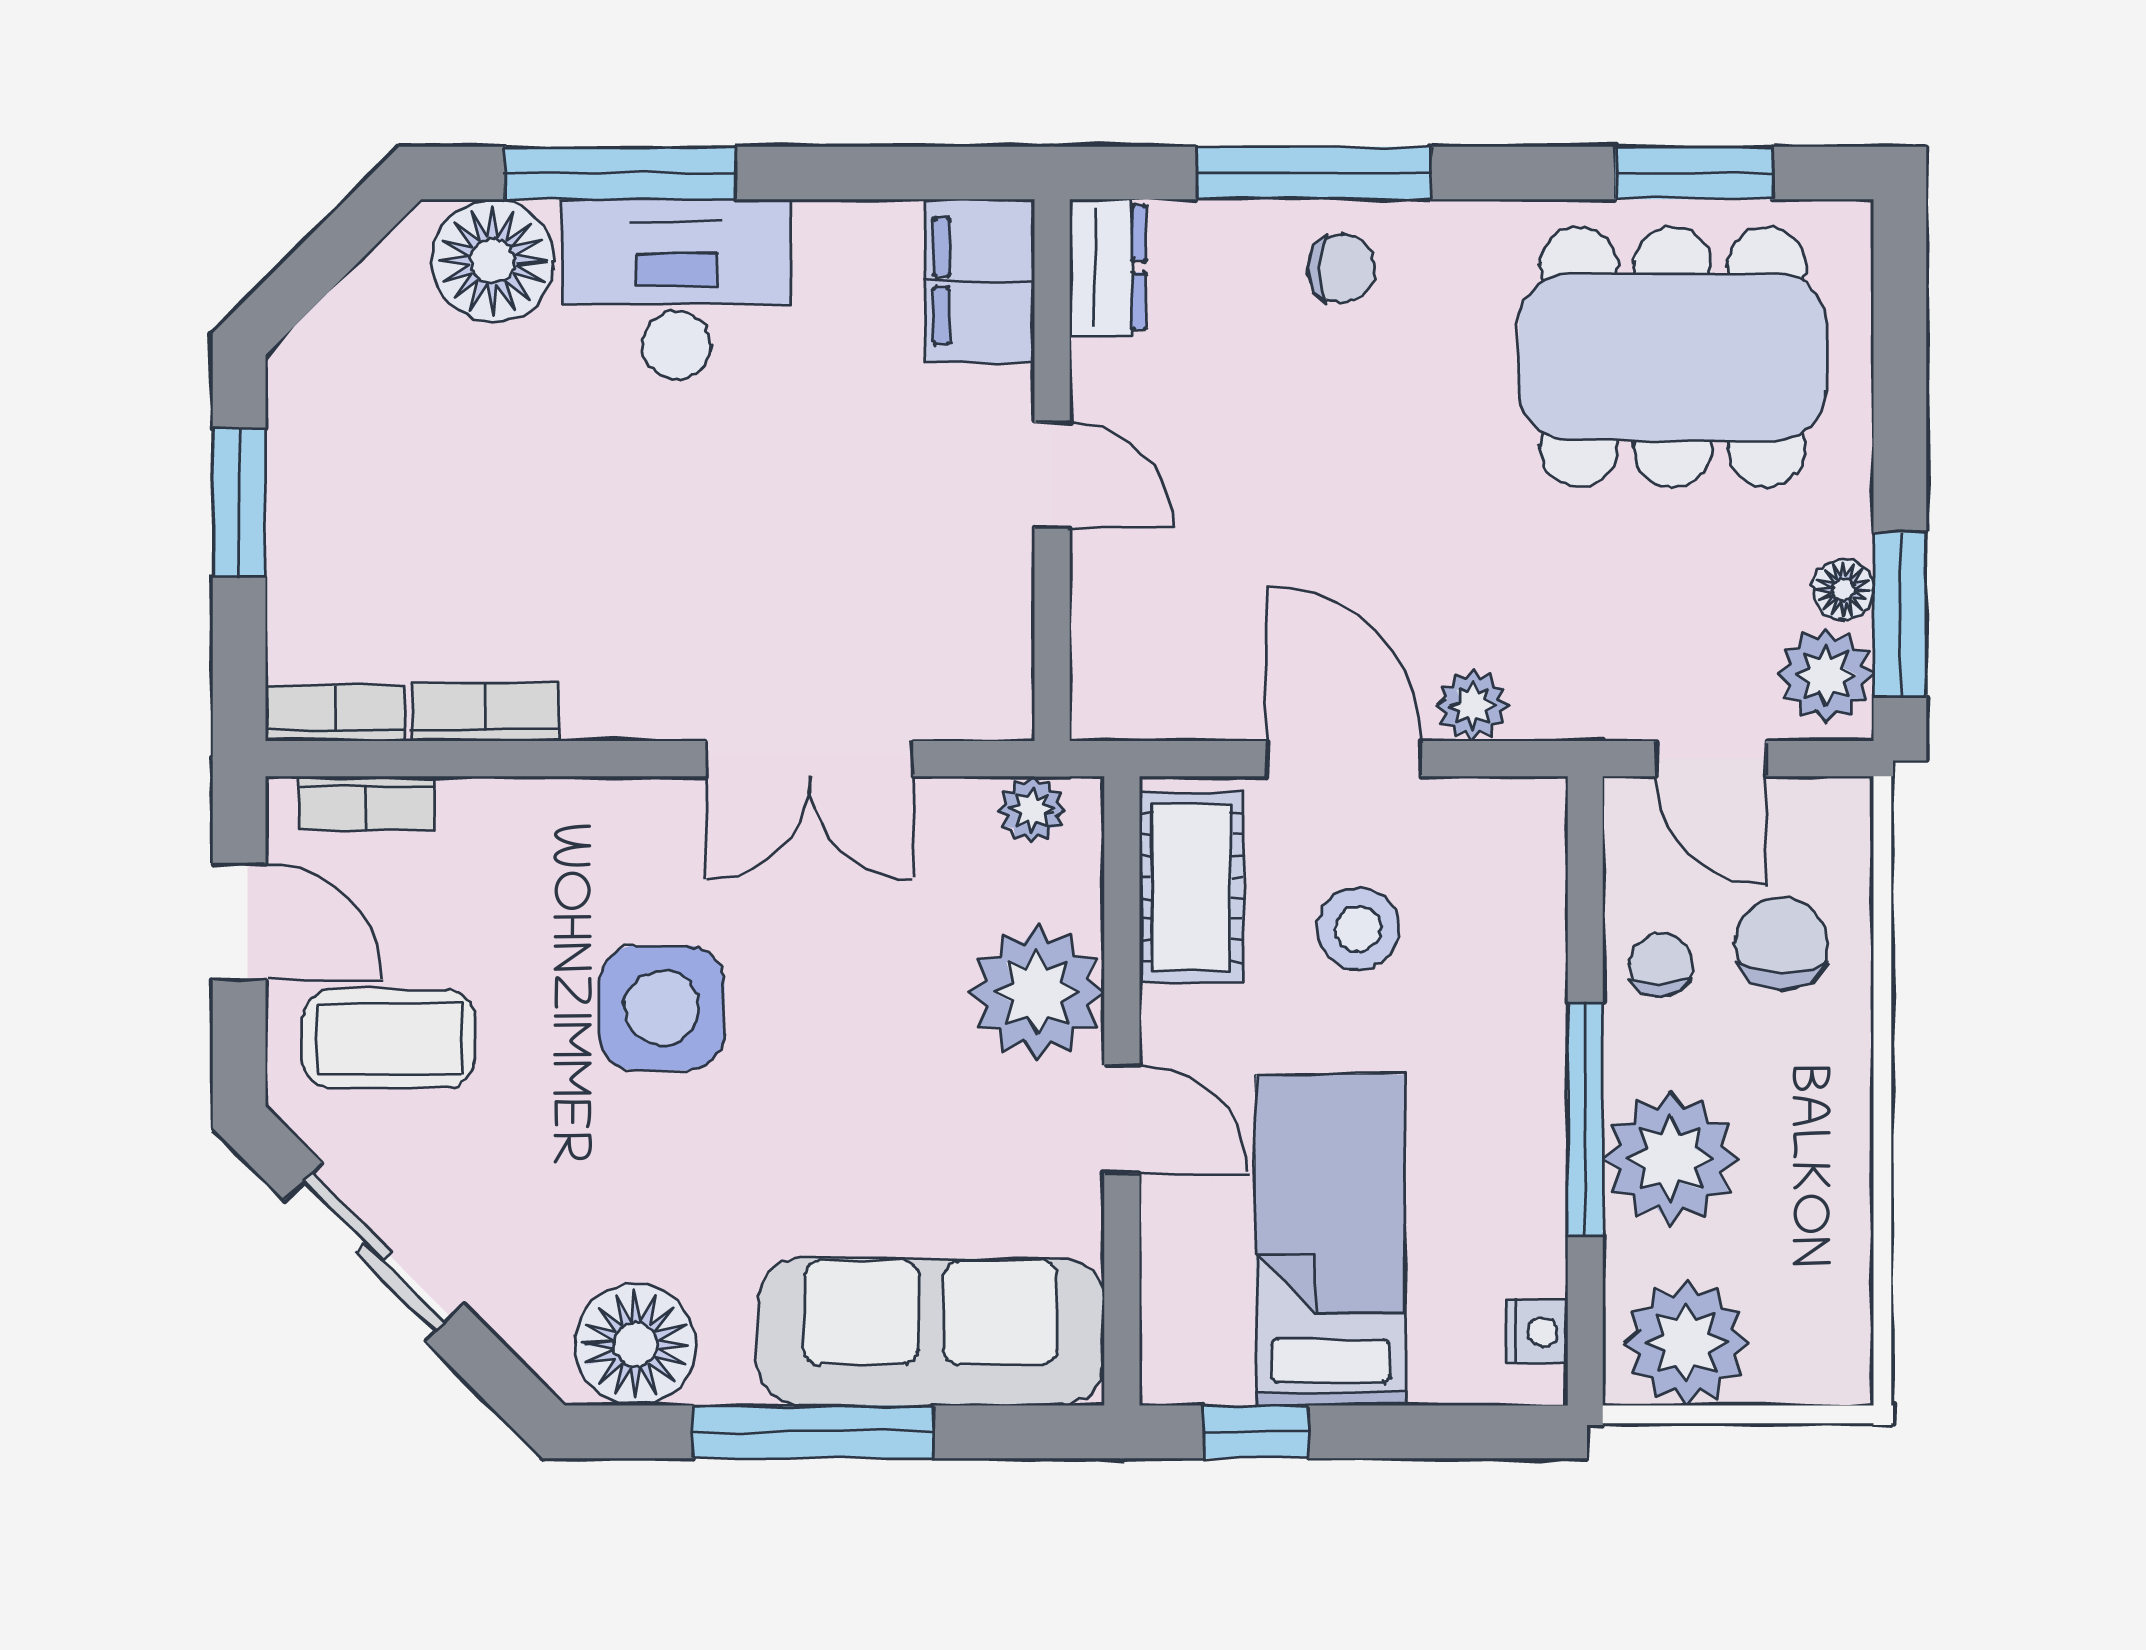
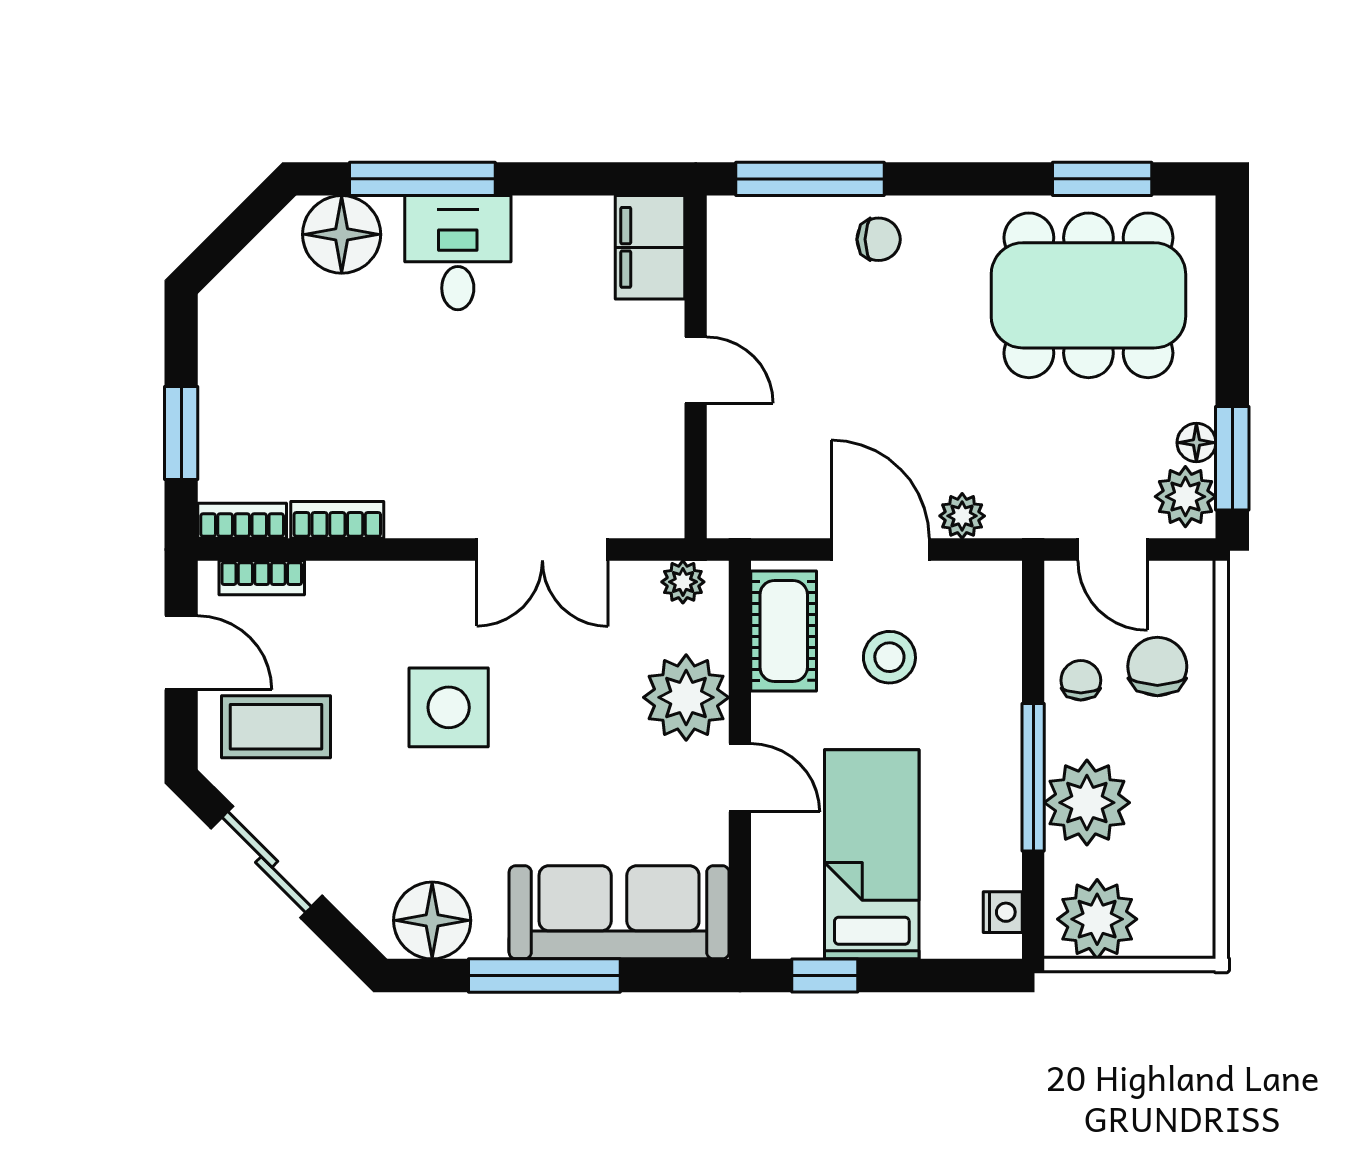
window: (1314, 173) -> (810, 179), moved
dresser: (1108, 267) -> (731, 238), removed
desk: (676, 290) -> (458, 253), width x0.73
window: (239, 503) -> (181, 433), moved

